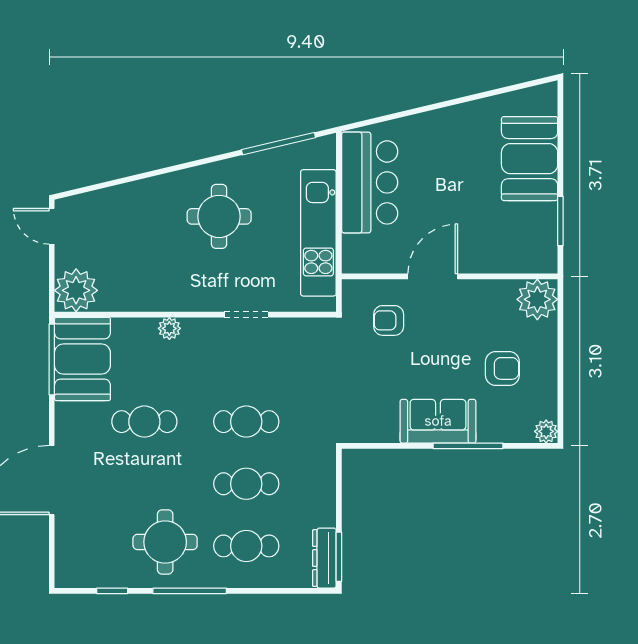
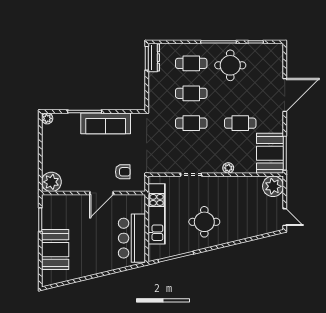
armchair: (502, 368) -> (68, 149), removed
sofa: (438, 421) -> (106, 123), width x1.36

